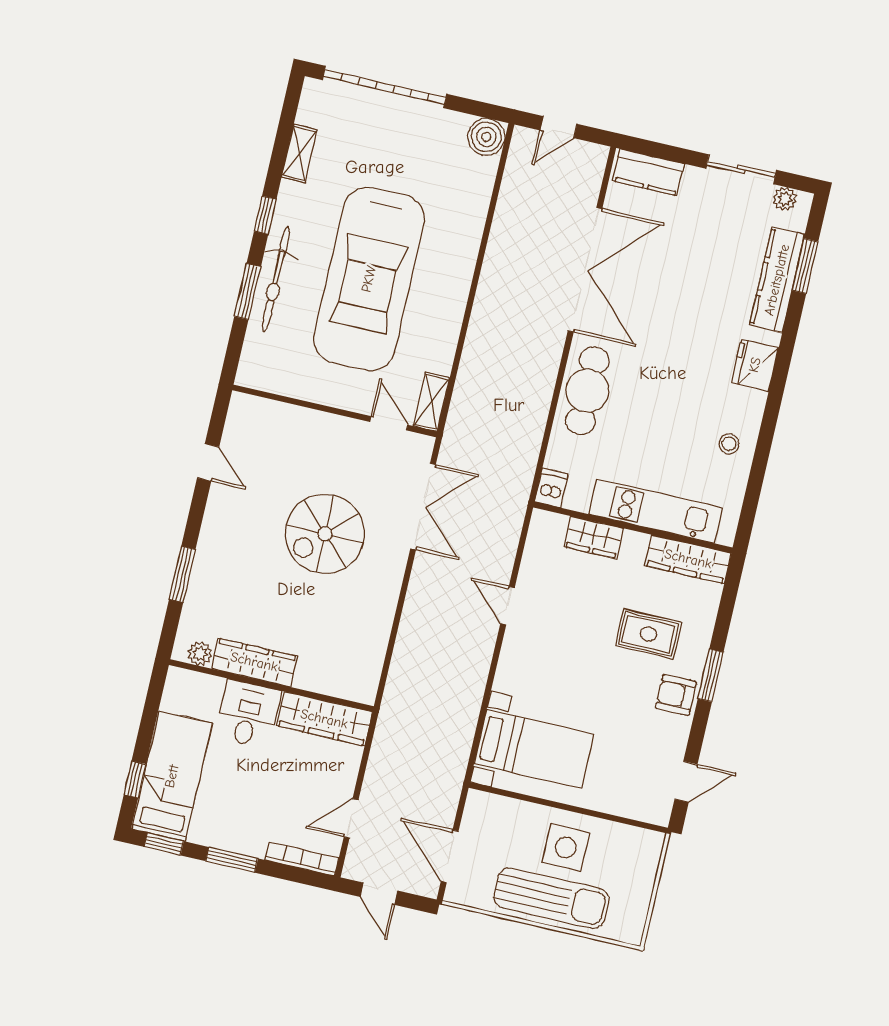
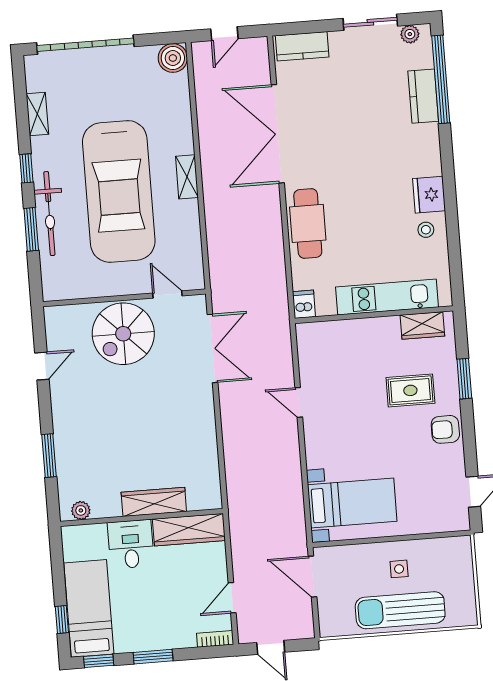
window: (805, 266) -> (441, 79), width x2.11
double door: (585, 270) -> (278, 134), swing flipped
kitchen counter: (777, 280) -> (423, 96), width x0.67
fridge: (755, 365) -> (429, 195), moved
shelving: (431, 402) -> (187, 177), moved
door: (208, 462) -> (42, 366), hinge flipped
spiral stairs: (325, 534) -> (123, 334), moved
wardrobe: (594, 537) -> (347, 331), removed
wardrobe: (688, 559) -> (422, 325), width x0.67
wardrobe: (254, 662) -> (154, 502), moved
window: (711, 675) -> (464, 379), moved
side table: (566, 847) -> (399, 569), width x0.54, depth x0.54
door: (450, 856) -> (312, 577), moved
bookcase: (302, 859) -> (215, 639), width x0.64
sun lounger: (551, 898) -> (400, 610), turned 180

